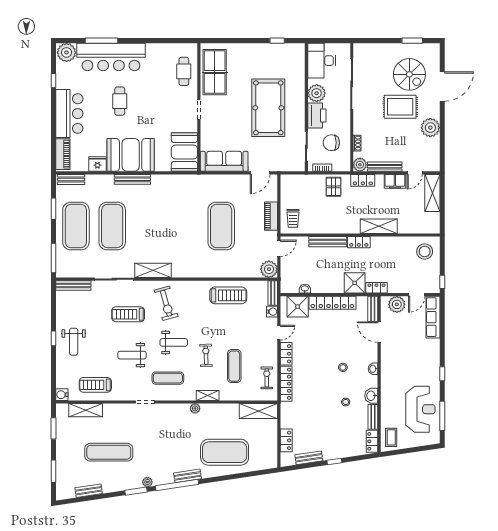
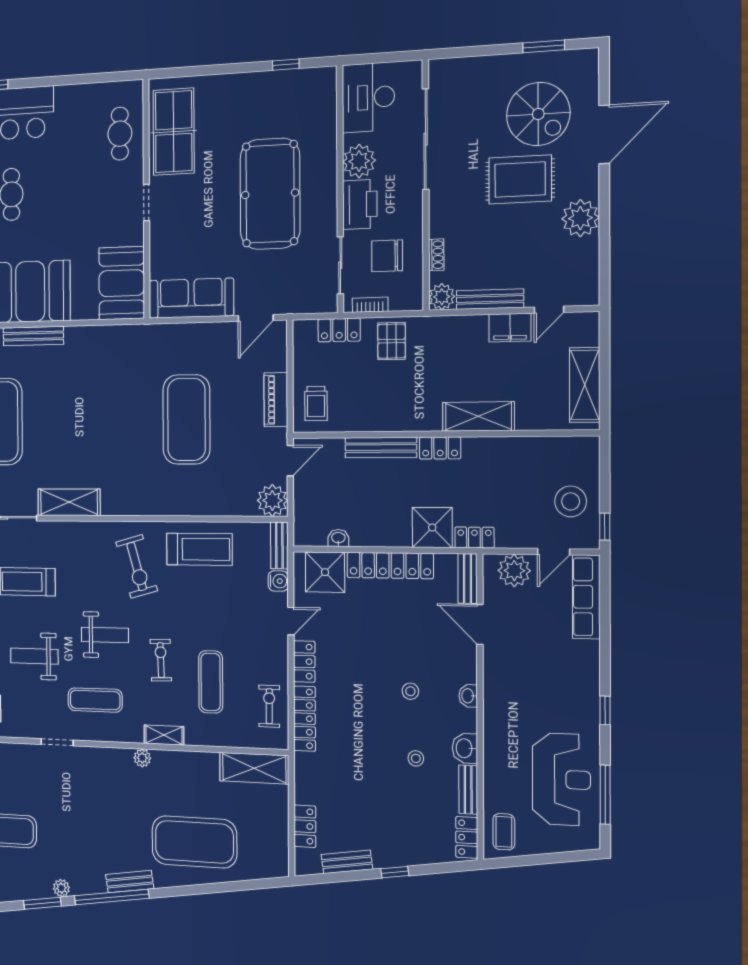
locker: (363, 180) -> (339, 330), moved
shelving: (432, 193) -> (585, 385), moved
stool: (425, 251) -> (571, 501), moved
exercise bike: (166, 303) -> (137, 566), moved

